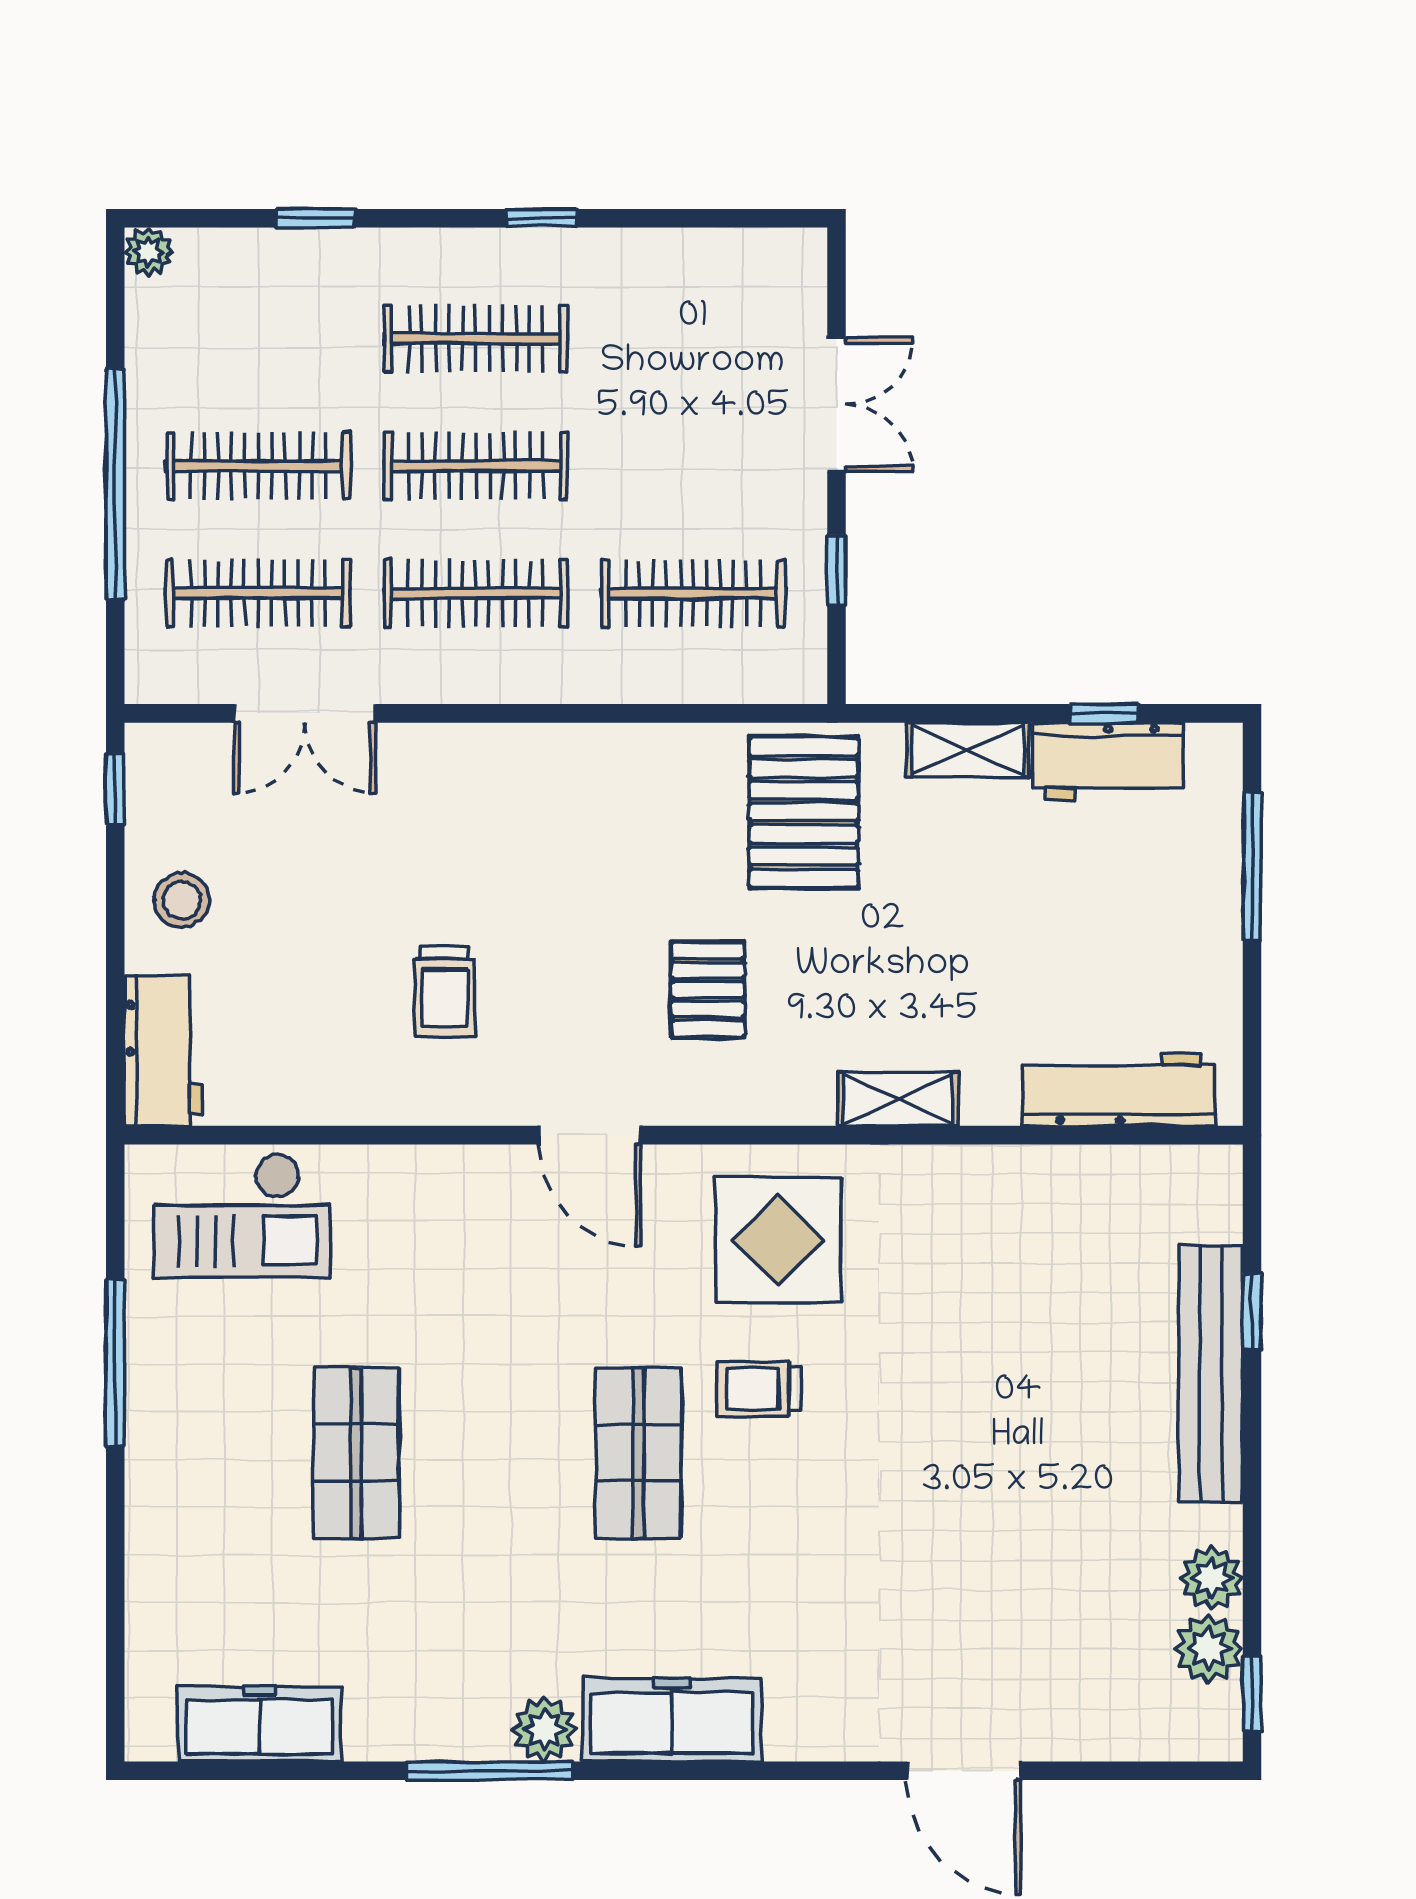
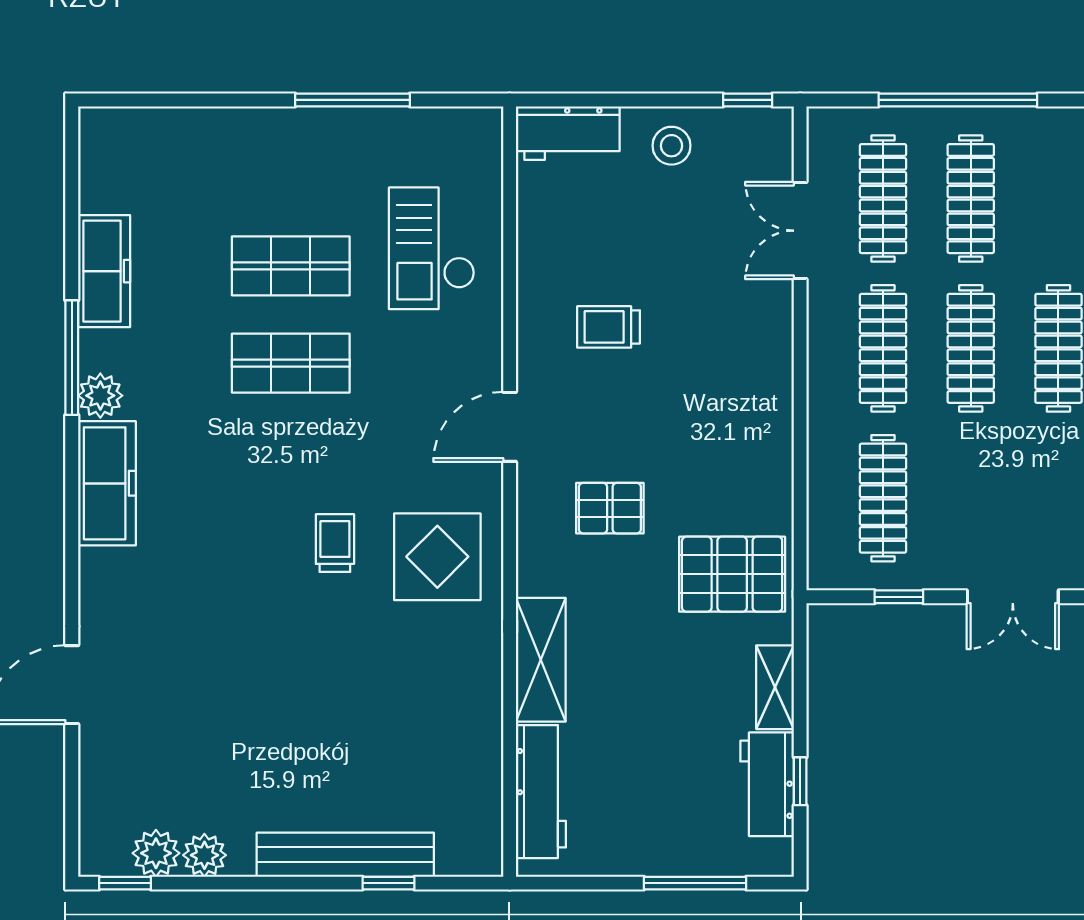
shelving: (898, 1099) -> (541, 660), width x1.50, depth x1.33
checkout: (242, 1215) -> (432, 248), moved
shop shelf: (638, 1453) -> (291, 363), moved
freezer: (260, 1724) -> (104, 271), moved

